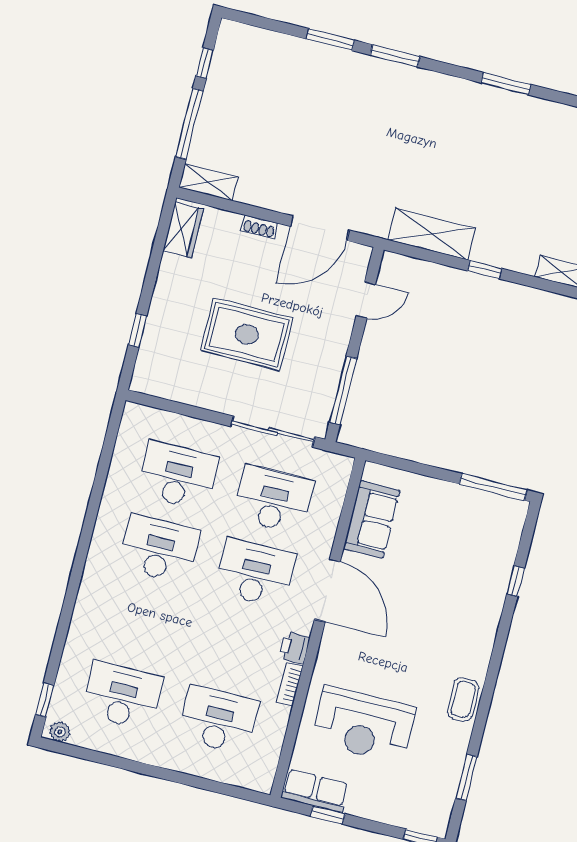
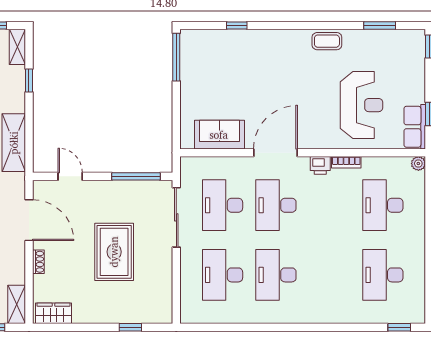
window: (485, 270) -> (29, 80), moved
plant: (60, 732) -> (418, 164), moved

